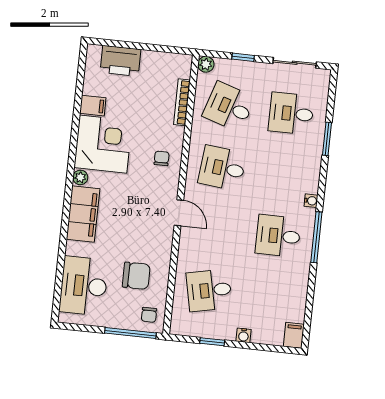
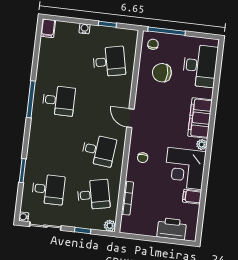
desk: (229, 107) -> (93, 195), turned -30
water cooler: (311, 201) -> (24, 217), moved

